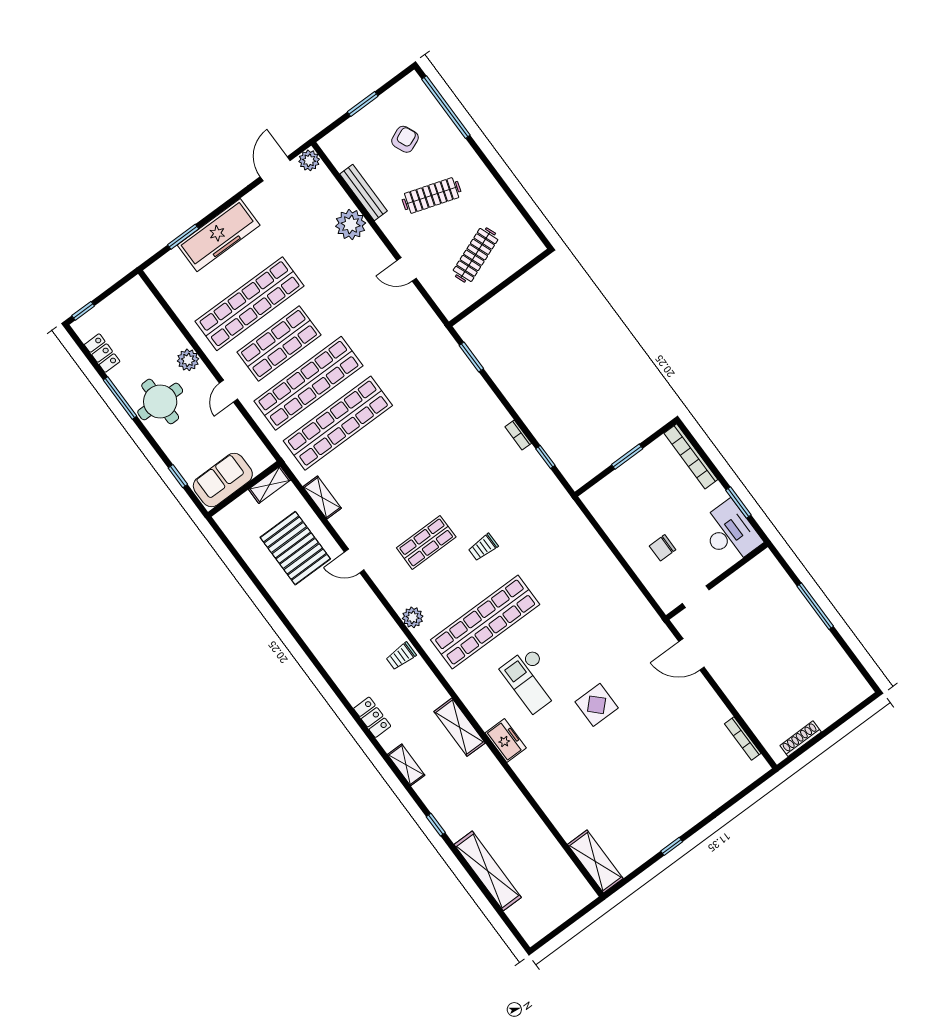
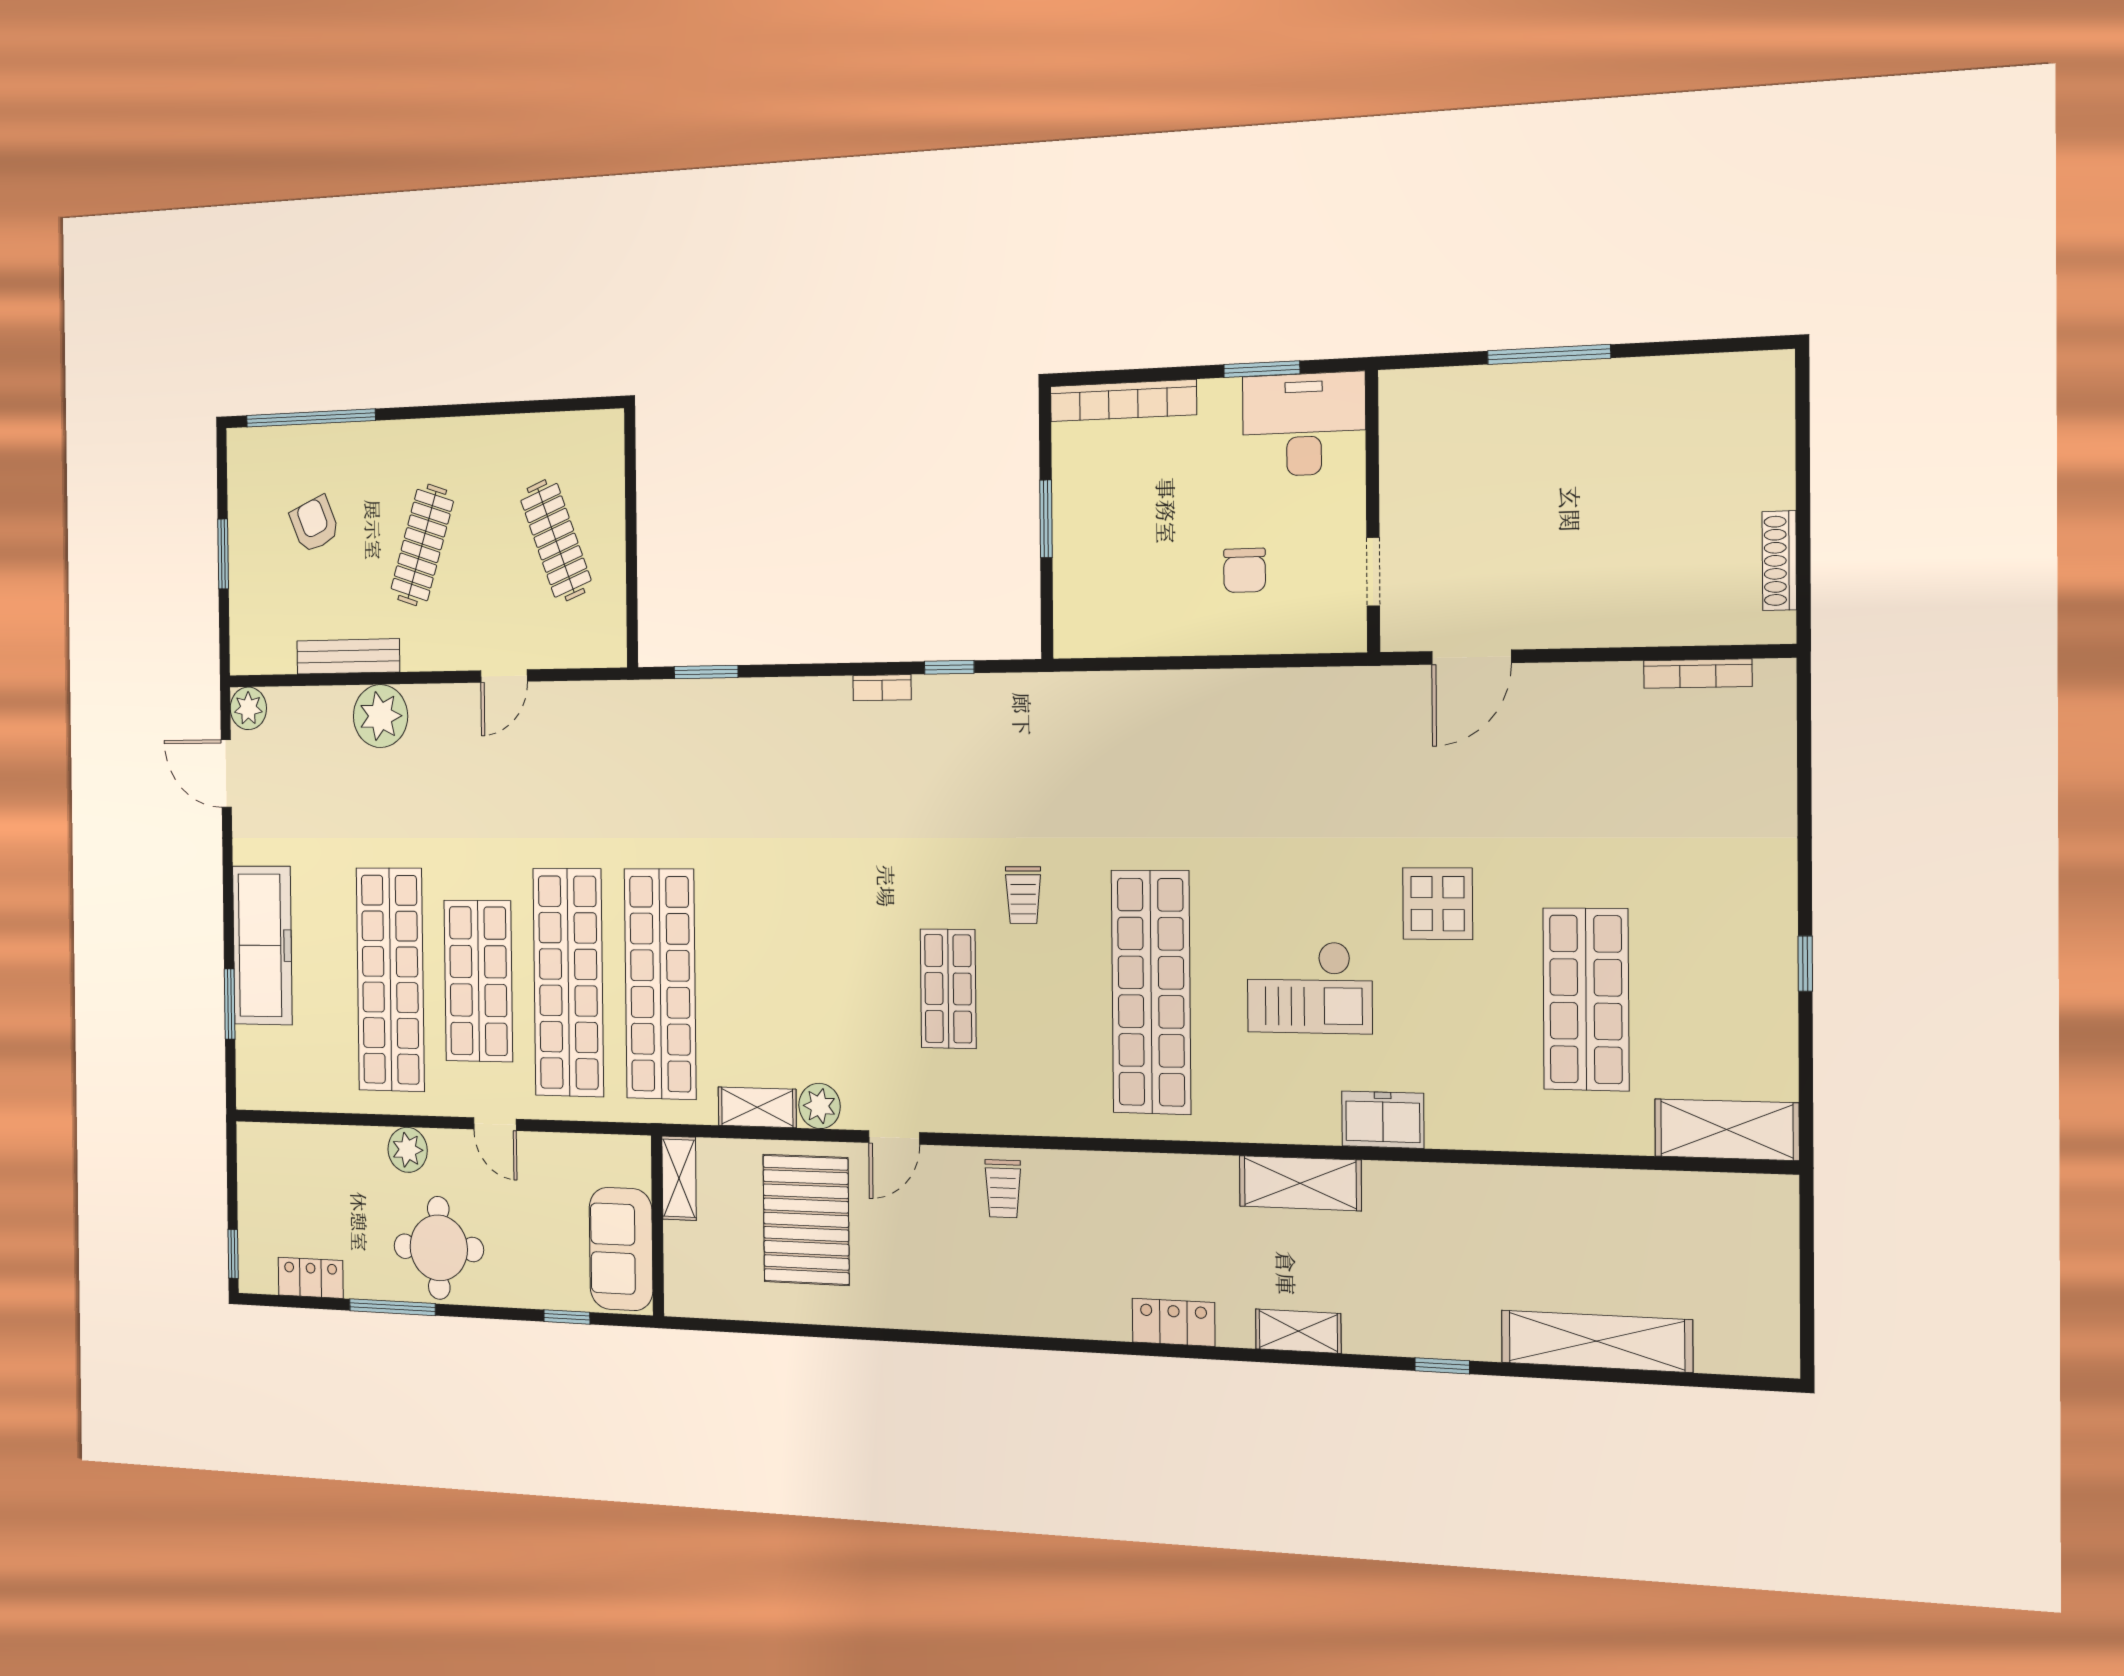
pallet: (295, 548) -> (806, 1220), turned 90
plant: (413, 617) -> (820, 1106), moved
trolley: (401, 656) -> (1003, 1189), moved
shop shelf: (603, 781) -> (1586, 999), added

